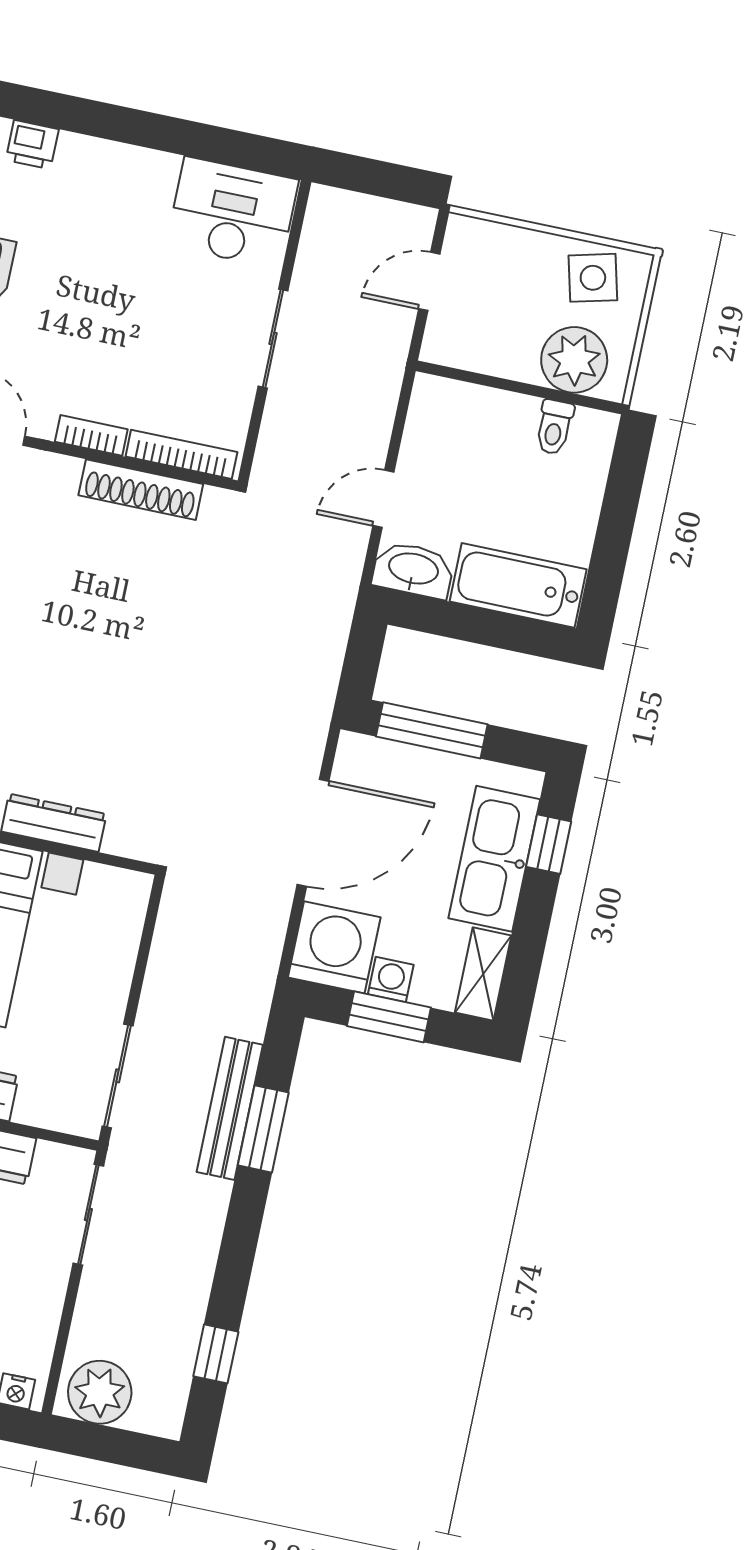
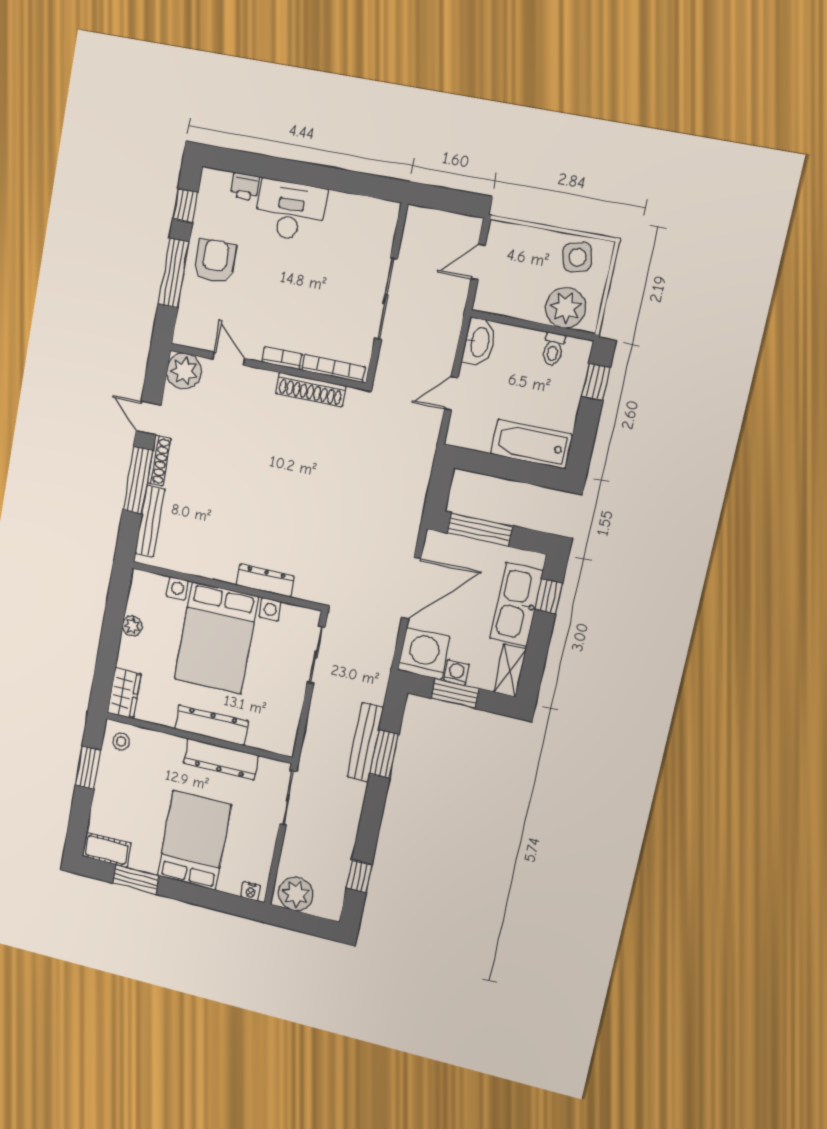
desk: (232, 213) -> (290, 210), moved
sliding door: (273, 338) -> (386, 299), width x1.37
window: (625, 482) -> (596, 382), added
washbasin: (413, 570) -> (479, 342), moved, turned 90
sliding door: (118, 1076) -> (316, 655), moved

